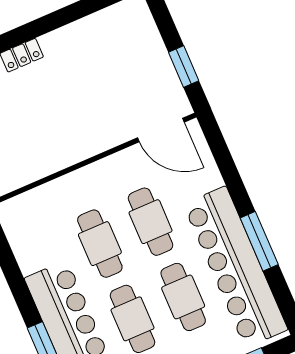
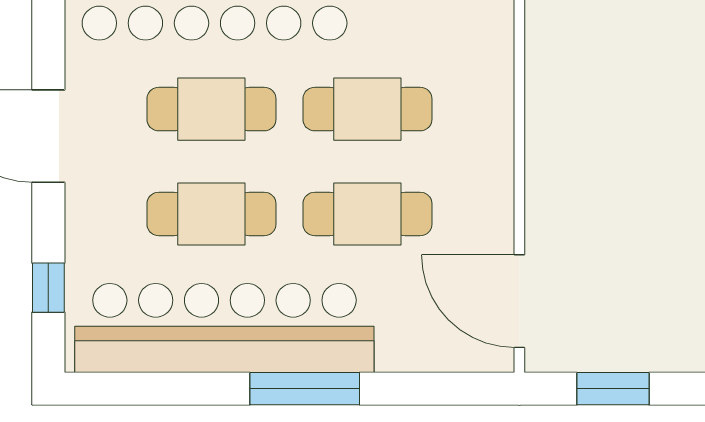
door: (161, 130) -> (519, 301), hinge flipped
window: (259, 241) -> (305, 389), moved

